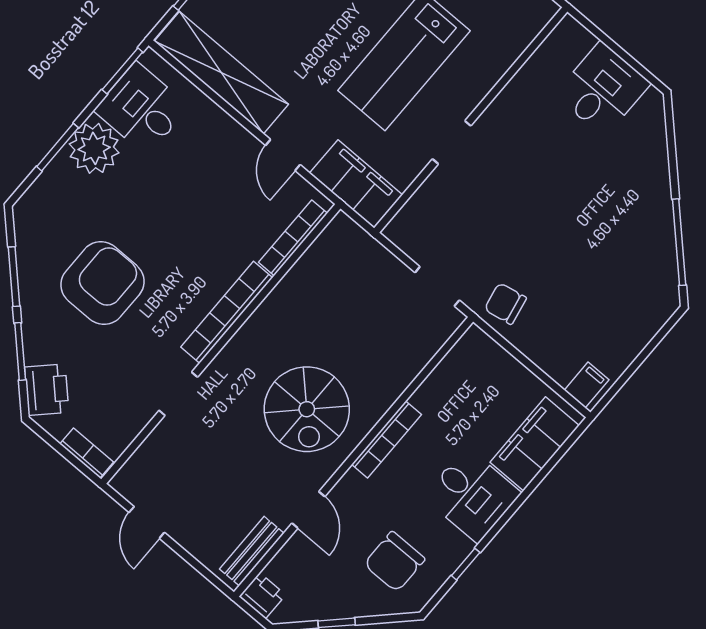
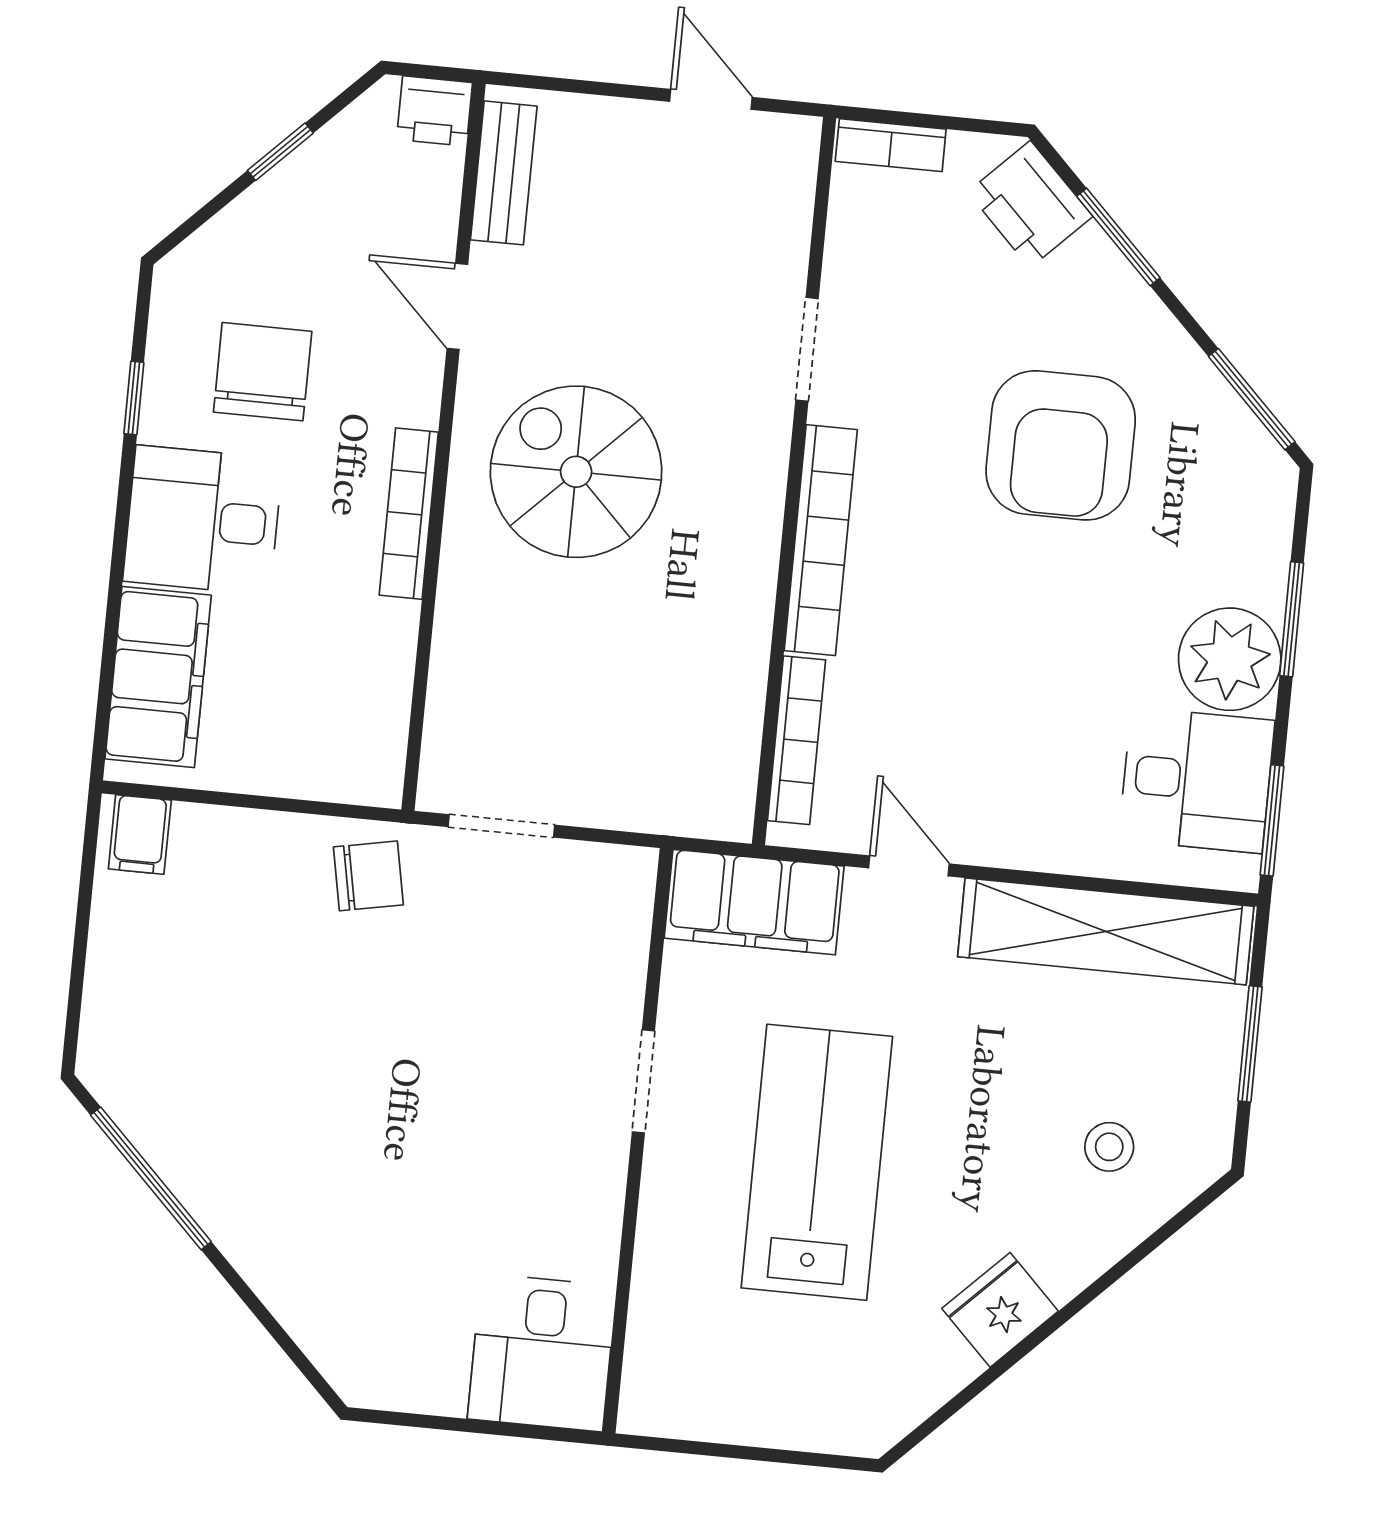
desk: (603, 89) -> (542, 1352), moved
window: (14, 277) -> (1252, 399), moved
chair: (394, 562) -> (263, 372), moved

